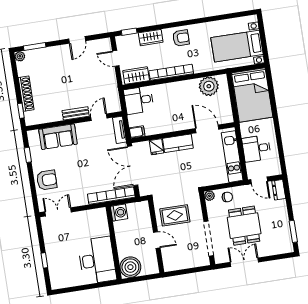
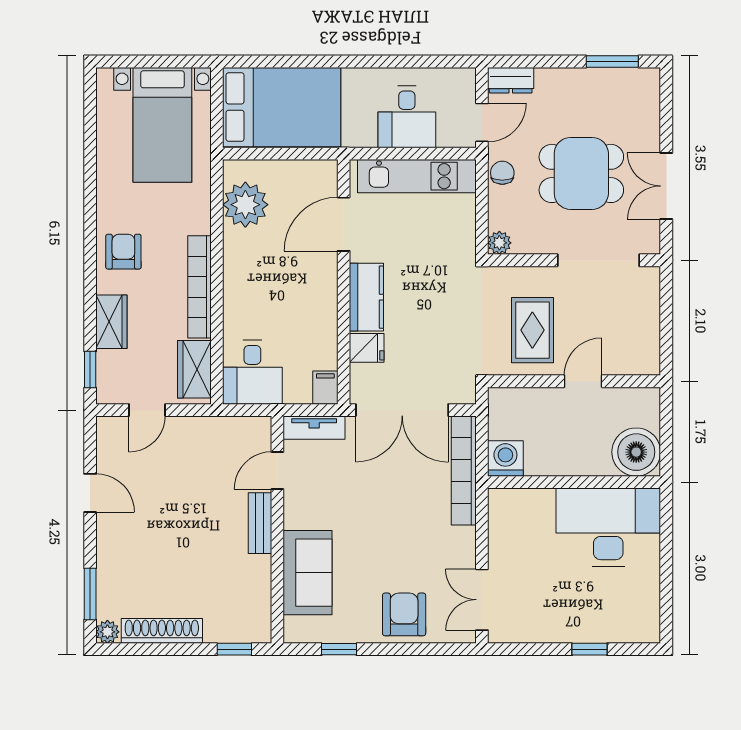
shoe rack: (26, 94) -> (162, 631), moved
door: (99, 117) -> (277, 471), hinge flipped
chair: (227, 197) -> (502, 173), moved

